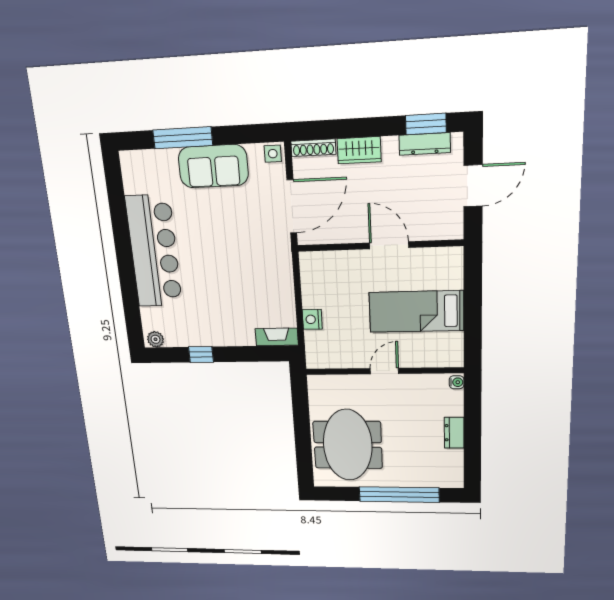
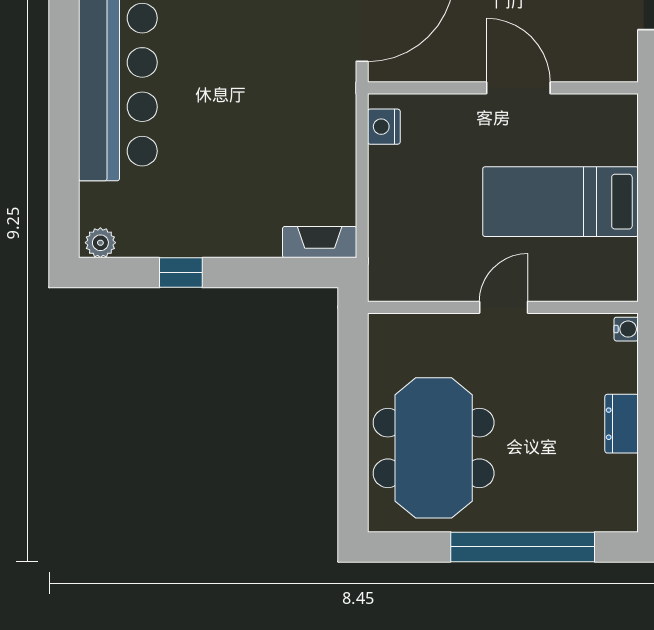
nightstand: (312, 319) -> (384, 127), moved

